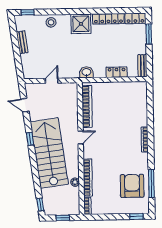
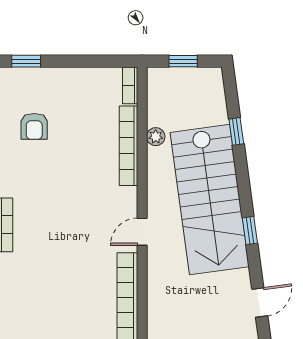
door: (25, 105) -> (260, 303), hinge flipped
armchair: (132, 186) -> (34, 126), width x0.53, depth x0.53
window: (40, 205) -> (236, 131), moved

